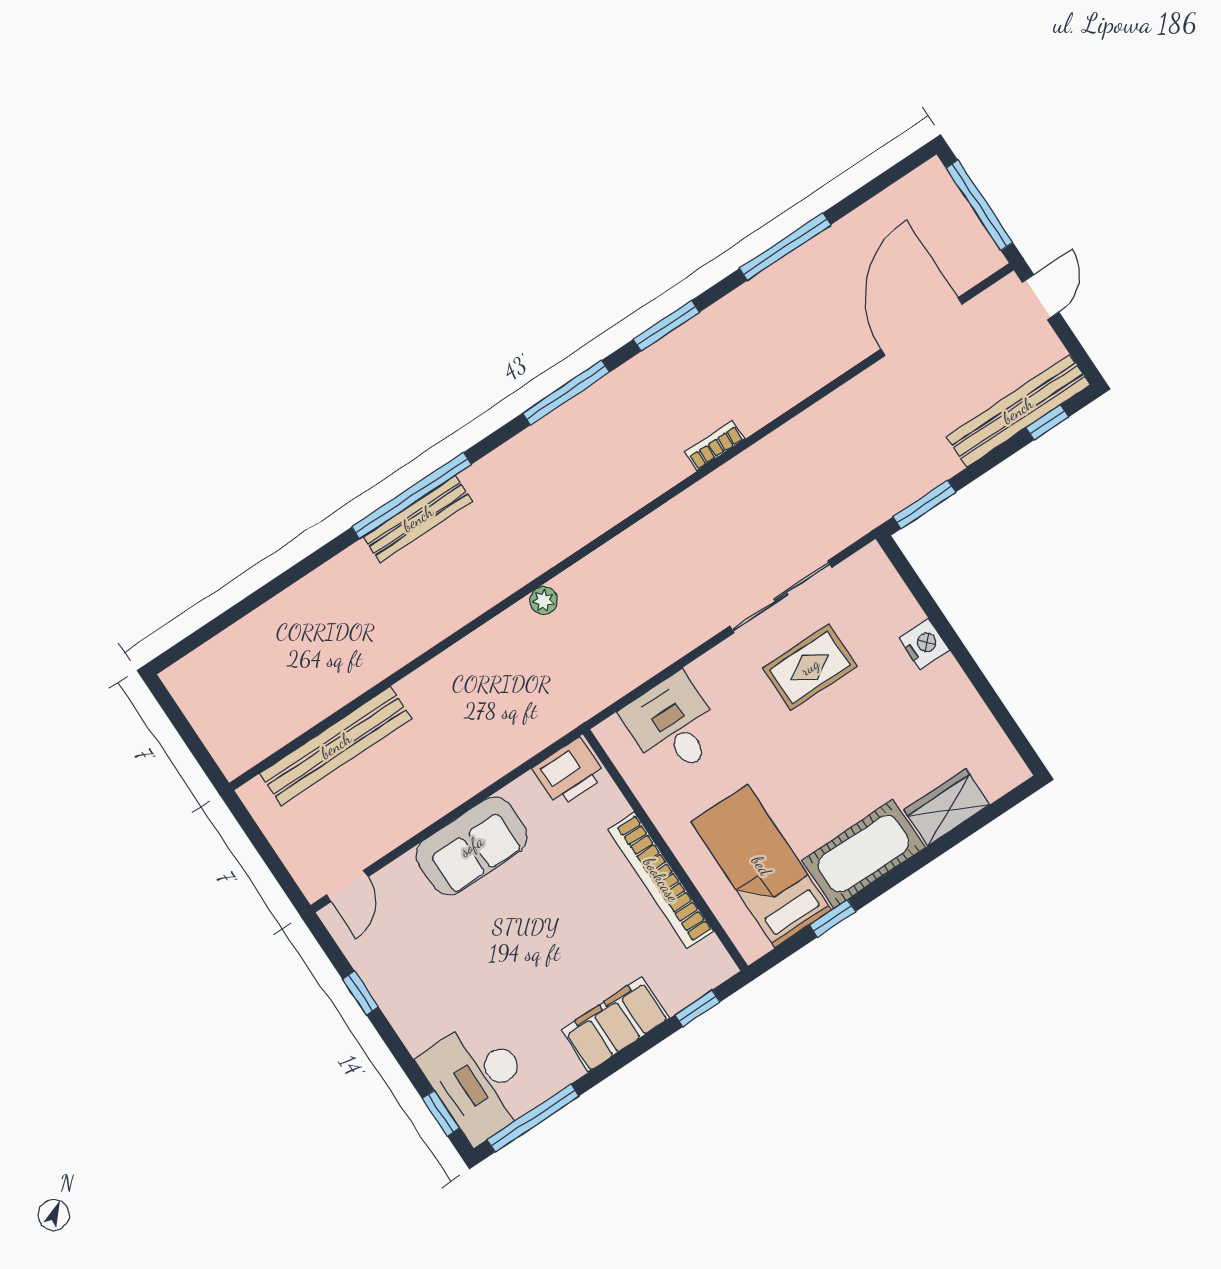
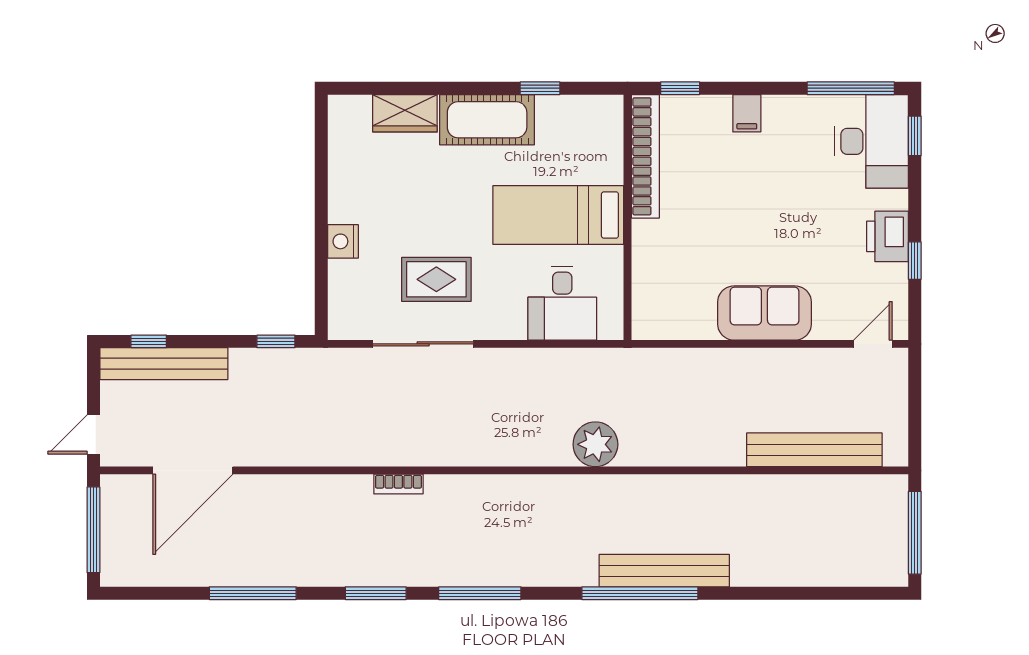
window: (925, 504) -> (276, 341), width x0.67
bench: (418, 519) -> (664, 571), width x1.37, depth x1.21
plant: (544, 601) -> (595, 444), width x1.88, depth x1.88
window: (186, 731) -> (915, 533), added
printer: (569, 772) -> (888, 236), moved, turned -90
bed: (761, 866) -> (558, 215), moved, turned 90
bookcase: (661, 880) -> (645, 156), moved
filing cabinet: (615, 1024) -> (747, 113), width x0.33, depth x0.86

